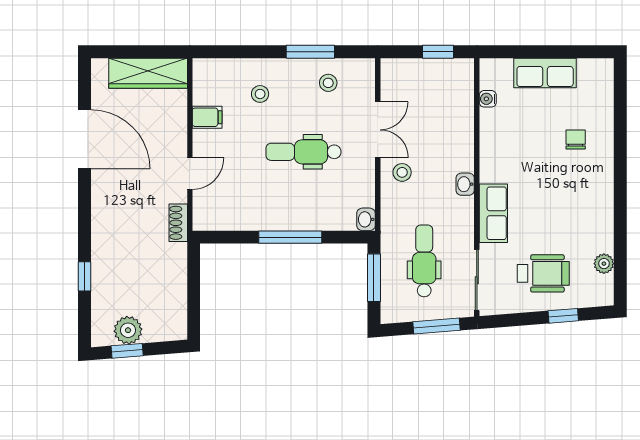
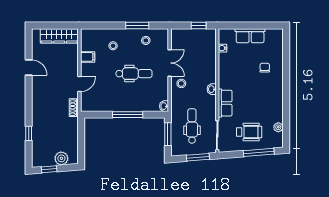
door: (84, 139) -> (29, 67), width x0.53
dental chair: (303, 152) -> (134, 74), turned 180
window: (563, 316) -> (259, 152), width x2.17
plant: (128, 330) -> (61, 158), moved

